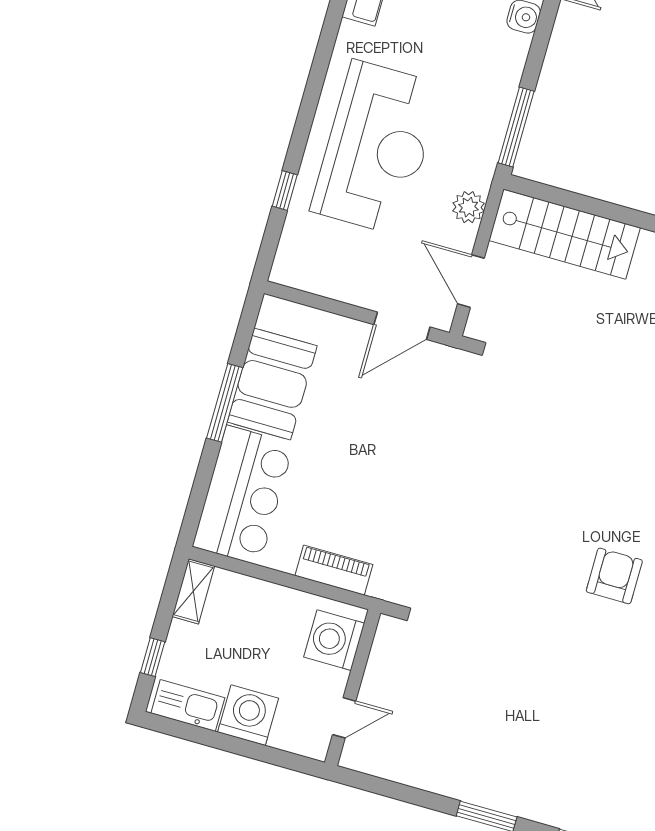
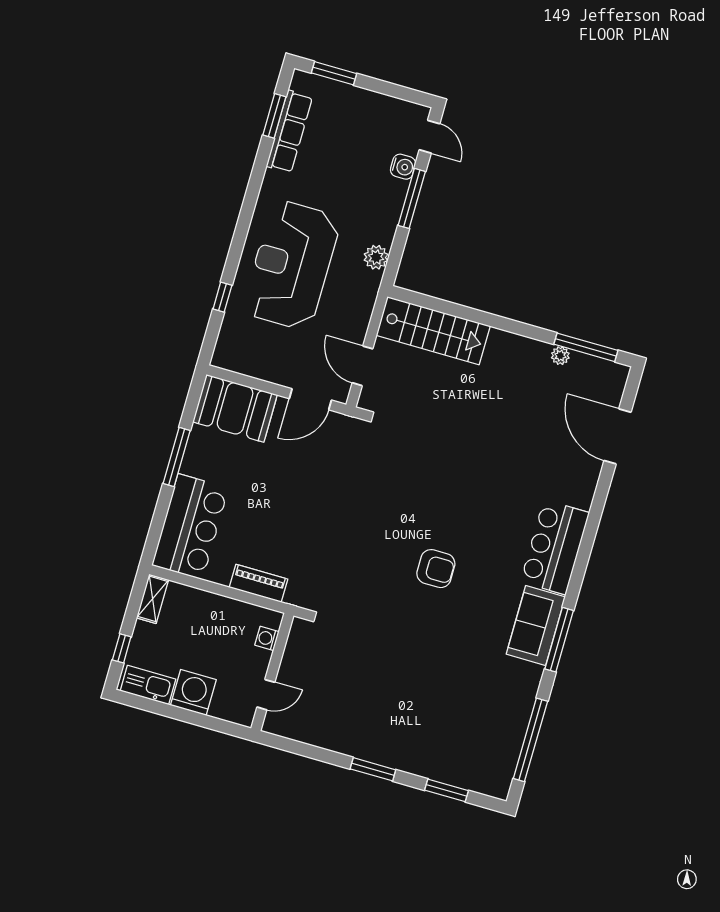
window: (516, 127) -> (412, 198), moved
reception desk: (376, 148) -> (292, 265), turned 180
plant: (468, 207) -> (376, 257), moved
booth: (272, 384) -> (235, 408), moved, turned 90
armchair: (614, 576) -> (436, 569), moved, turned 90
washing machine: (334, 640) -> (267, 638), width x0.53, depth x0.53

